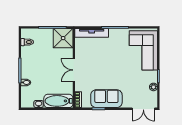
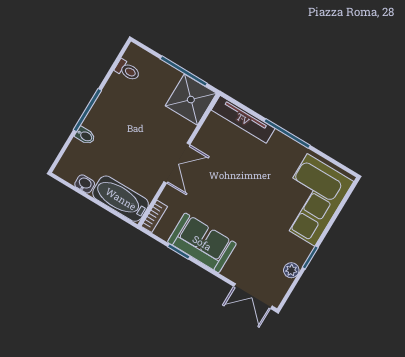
double door: (74, 70) -> (177, 163), swing flipped

